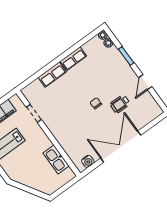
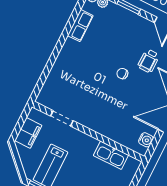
row of seats: (73, 59) -> (80, 26), moved
row of seats: (52, 75) -> (60, 67), removed

